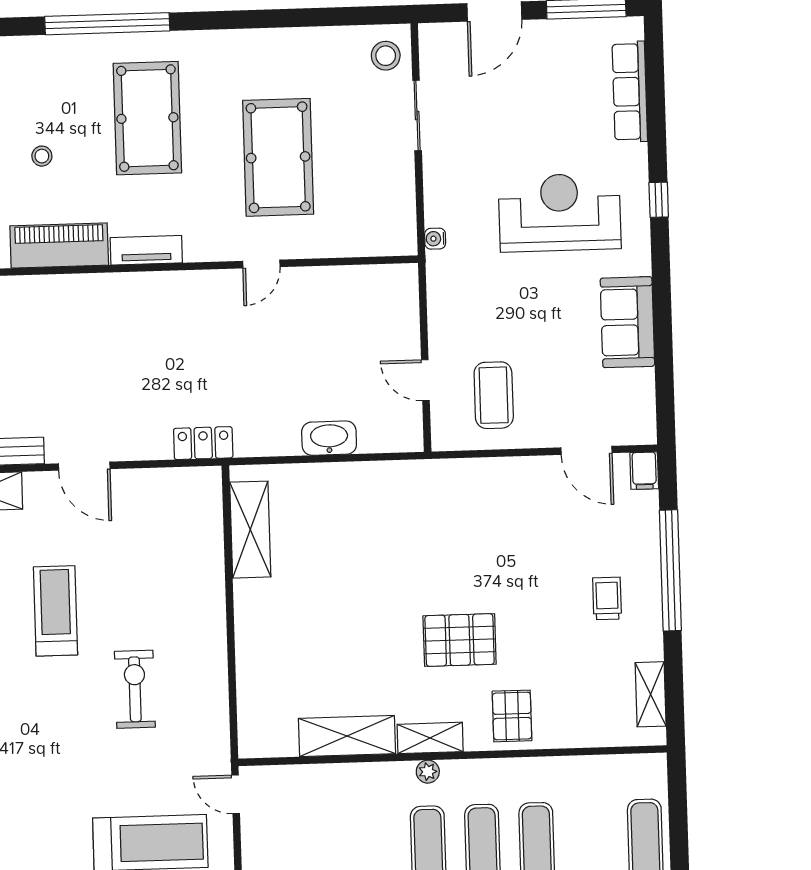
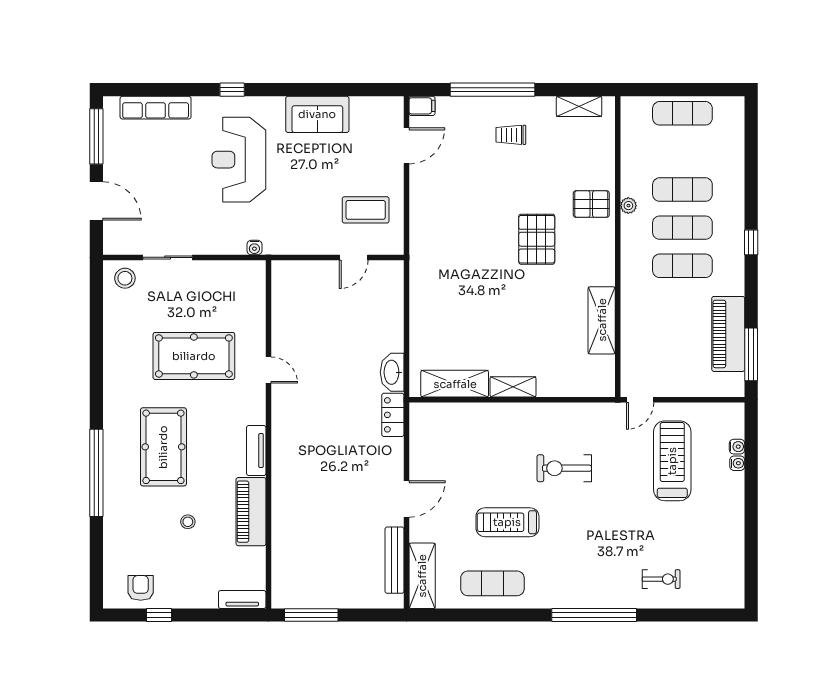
pool table: (147, 118) -> (163, 447), turned 90
washbasin: (329, 438) -> (392, 372), moved
shelving: (430, 738) -> (513, 387), moved, turned 90
plant: (428, 772) -> (628, 206), moved

